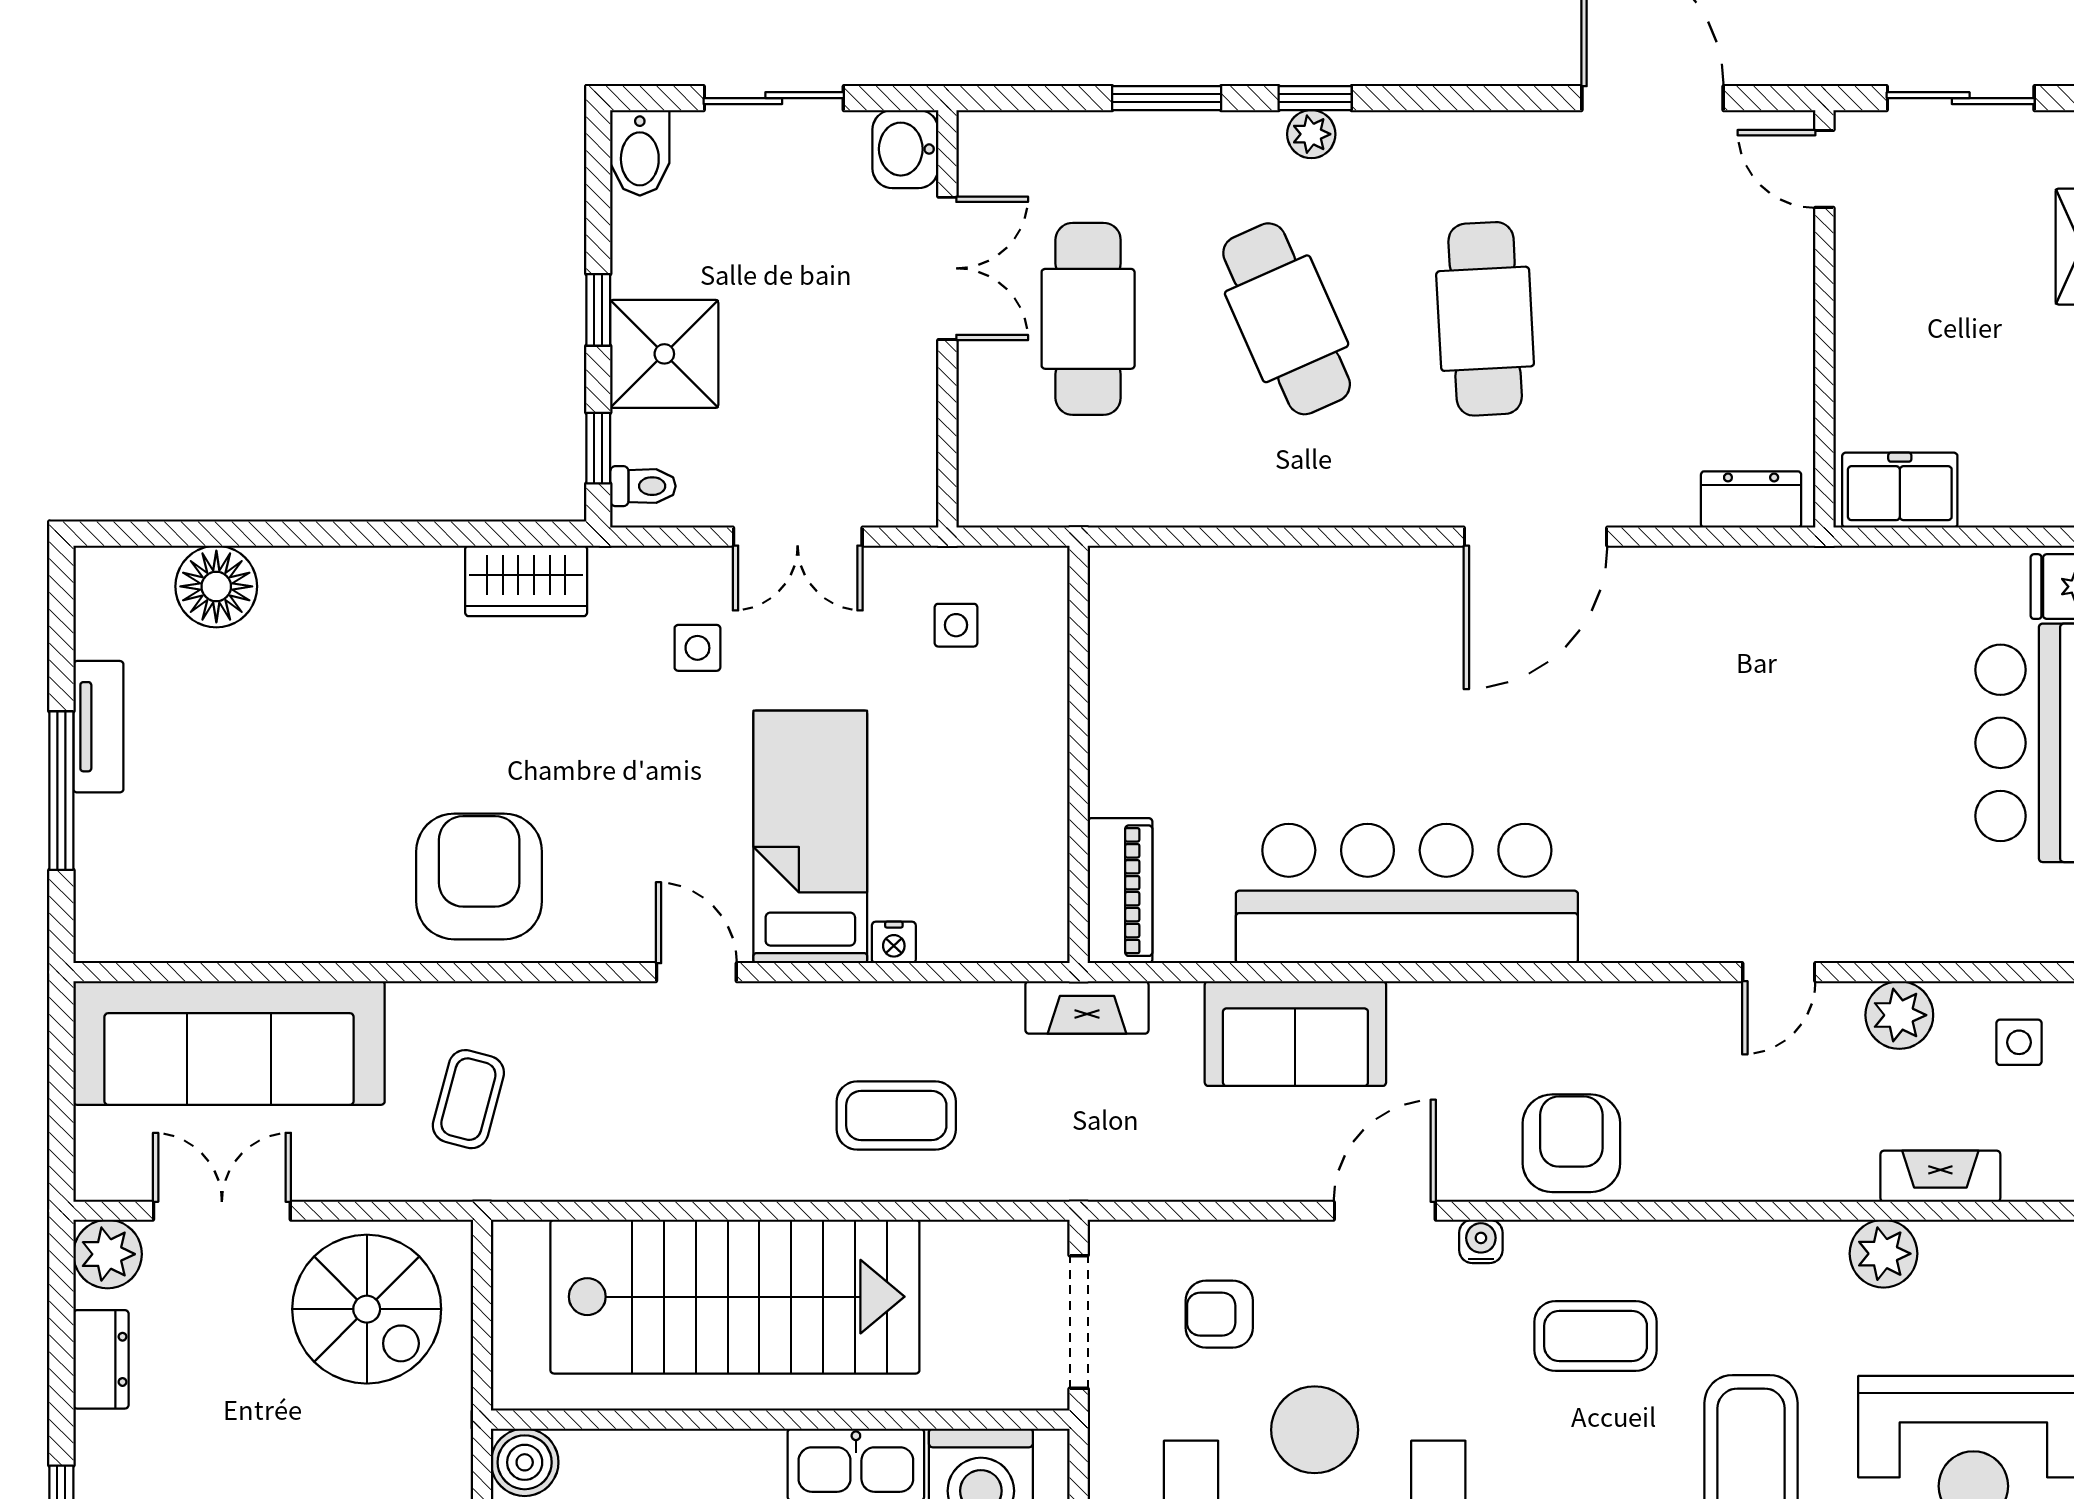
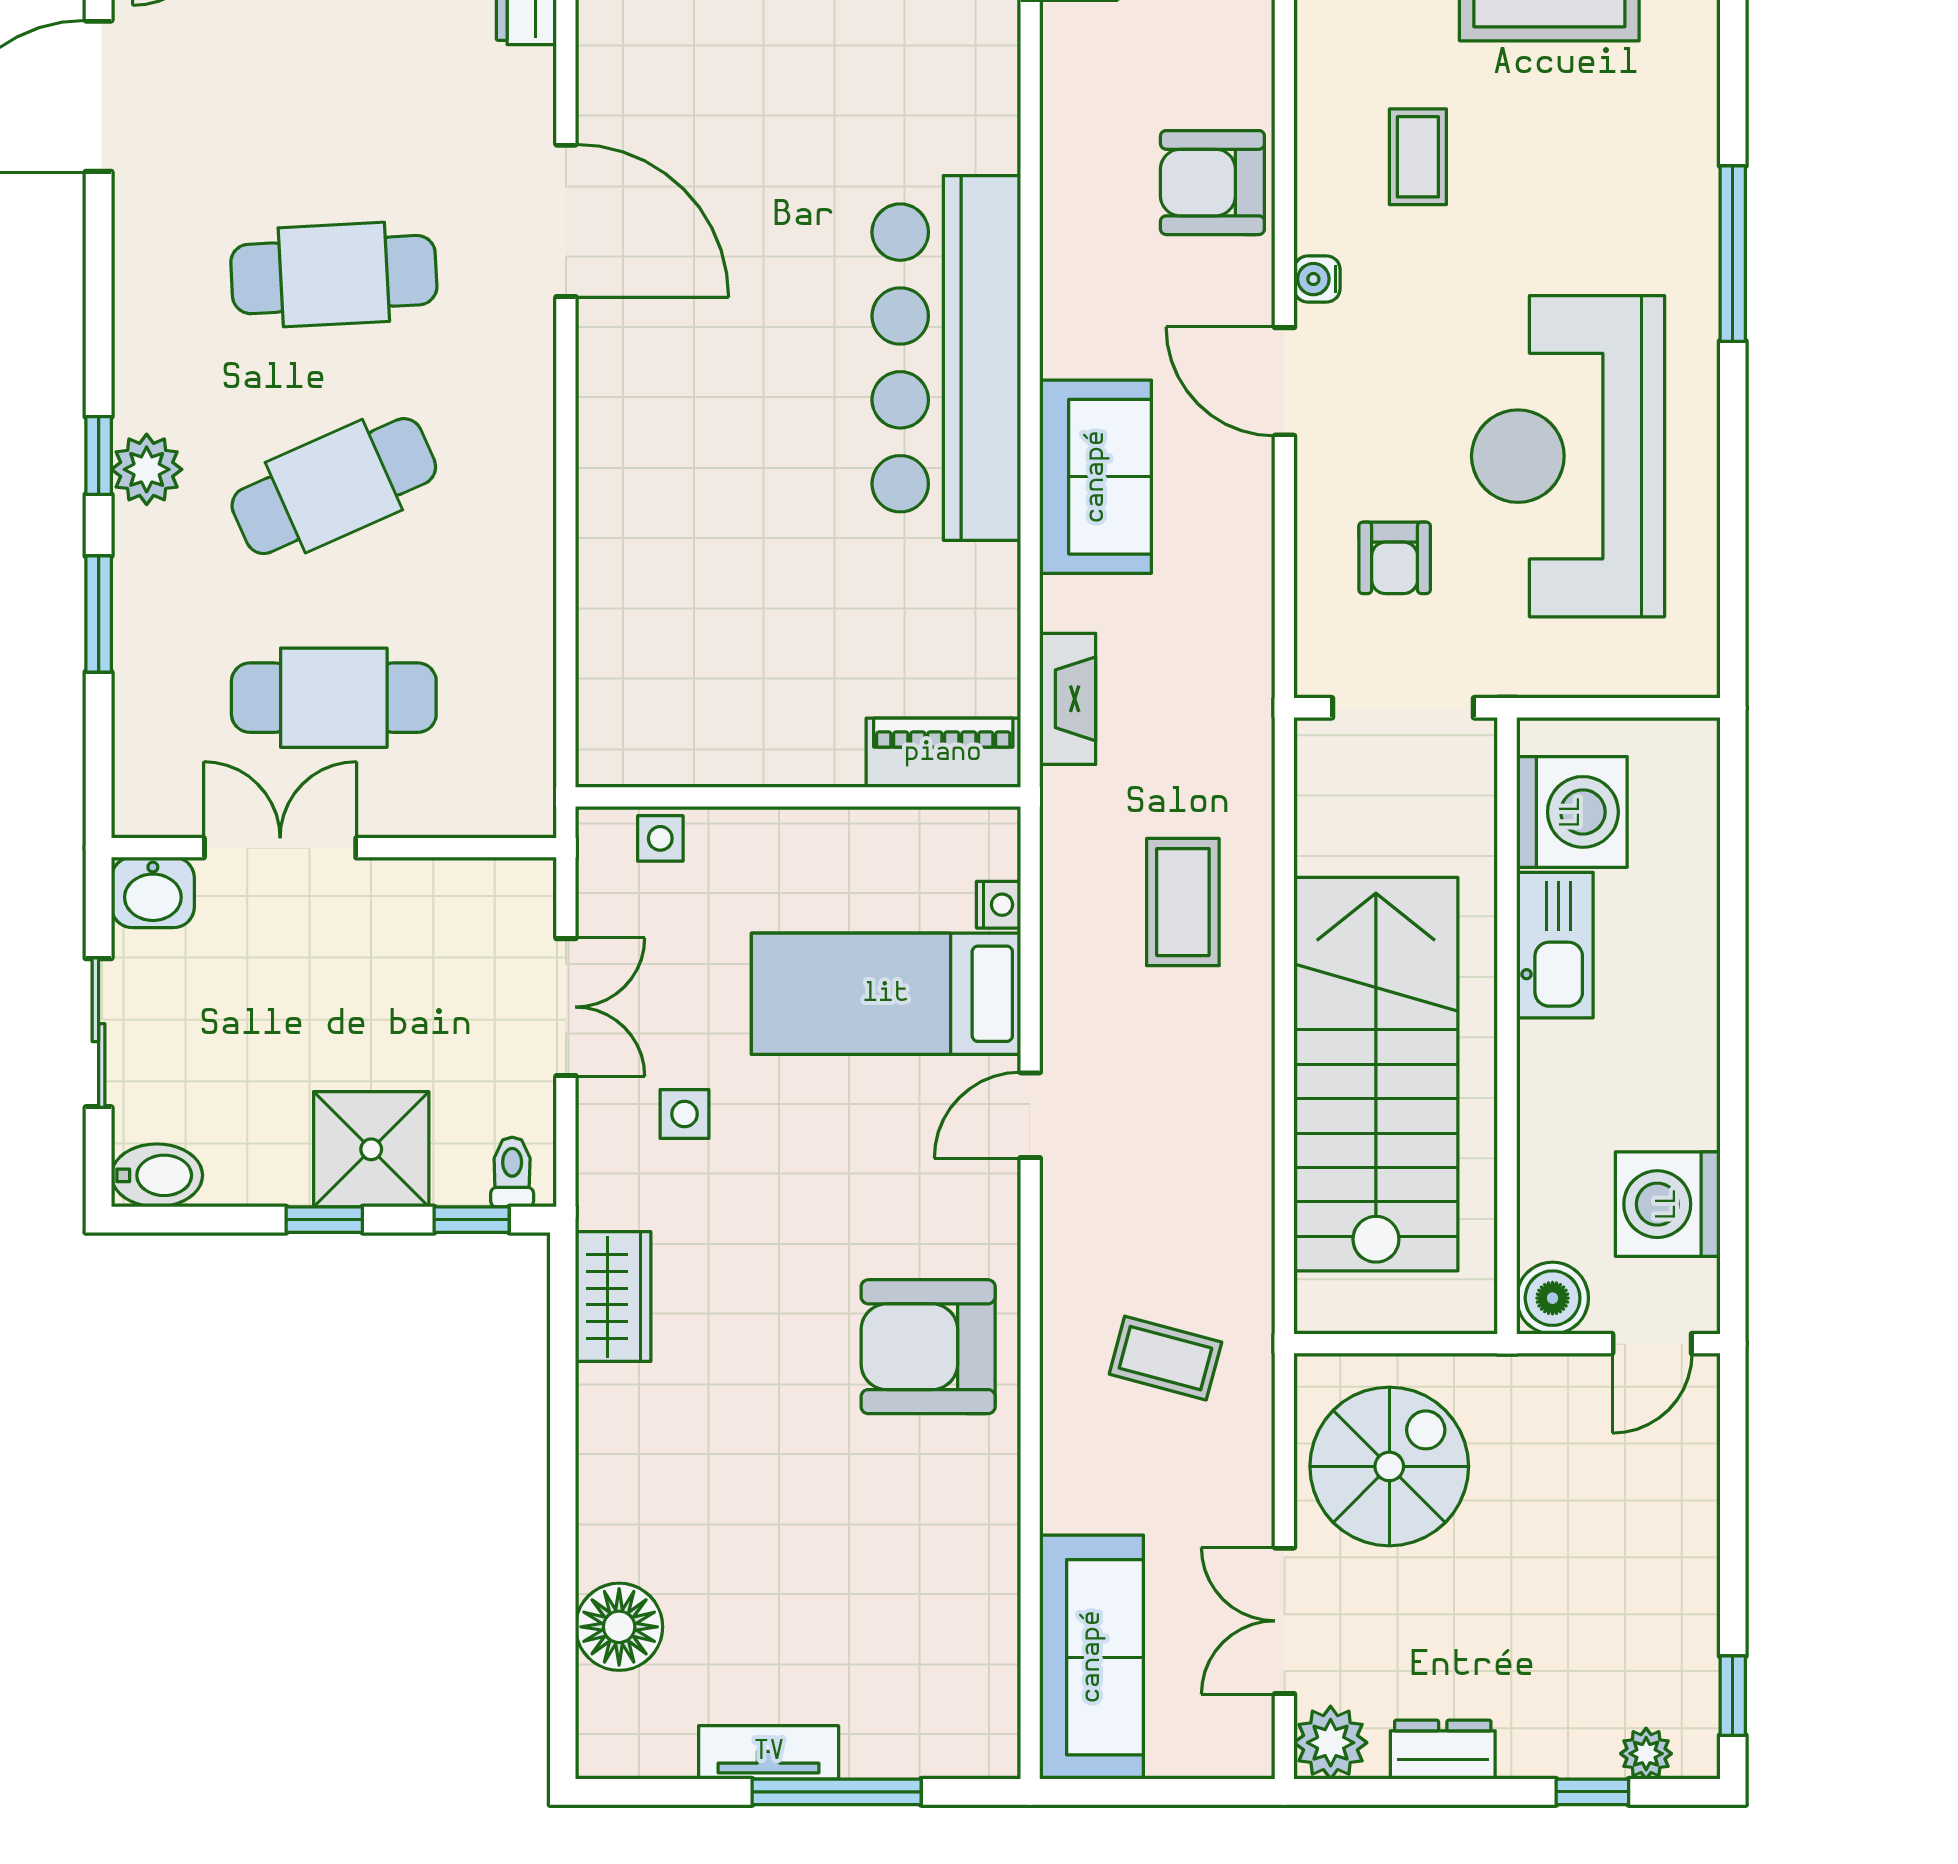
plant: (1311, 134) -> (147, 469), width x1.38, depth x1.38
wall: (1079, 754) -> (798, 797), moved
piano: (1120, 891) -> (943, 753), moved
sofa: (229, 1043) -> (1092, 1657), width x0.74, depth x0.79
coffee table: (1596, 1336) -> (1418, 157), width x0.73, depth x0.77

